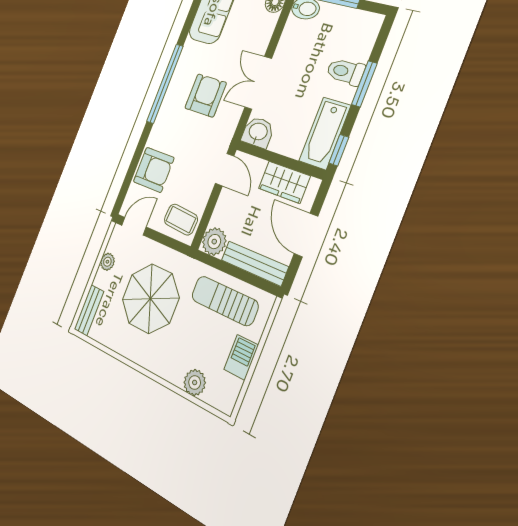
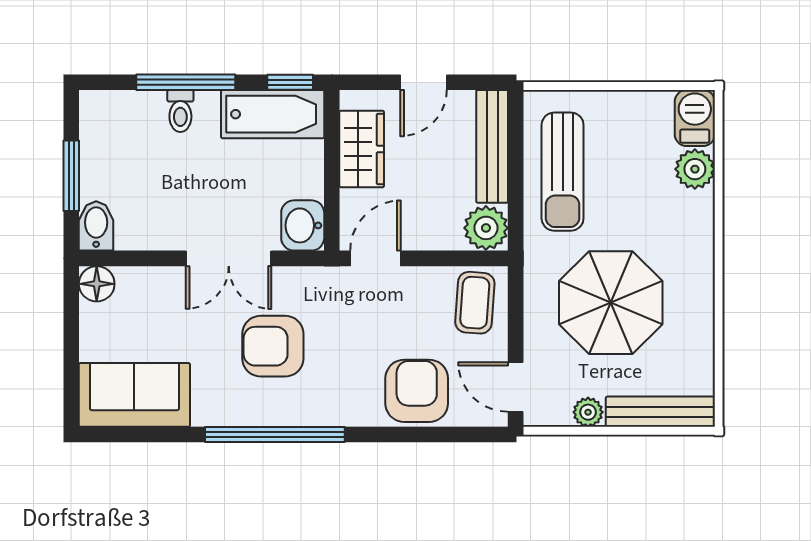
toilet: (345, 72) -> (180, 111), width x0.73, depth x0.72
window: (364, 84) -> (186, 82), width x1.44
door: (306, 235) -> (424, 82), width x0.73
bench: (89, 310) -> (660, 412), width x1.36
barbecue: (241, 357) -> (695, 118), moved, turned 90

